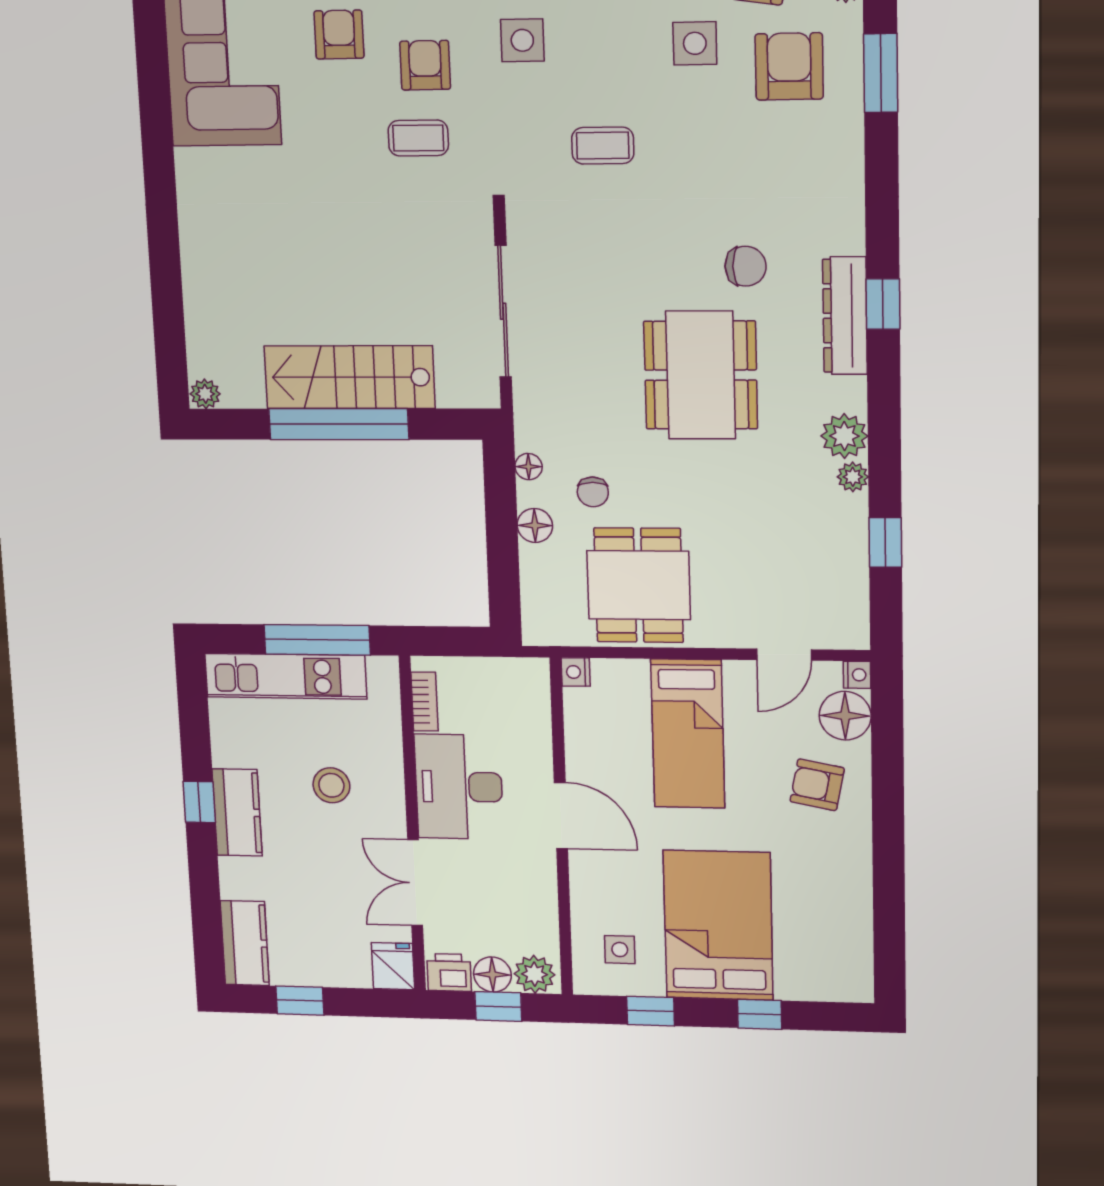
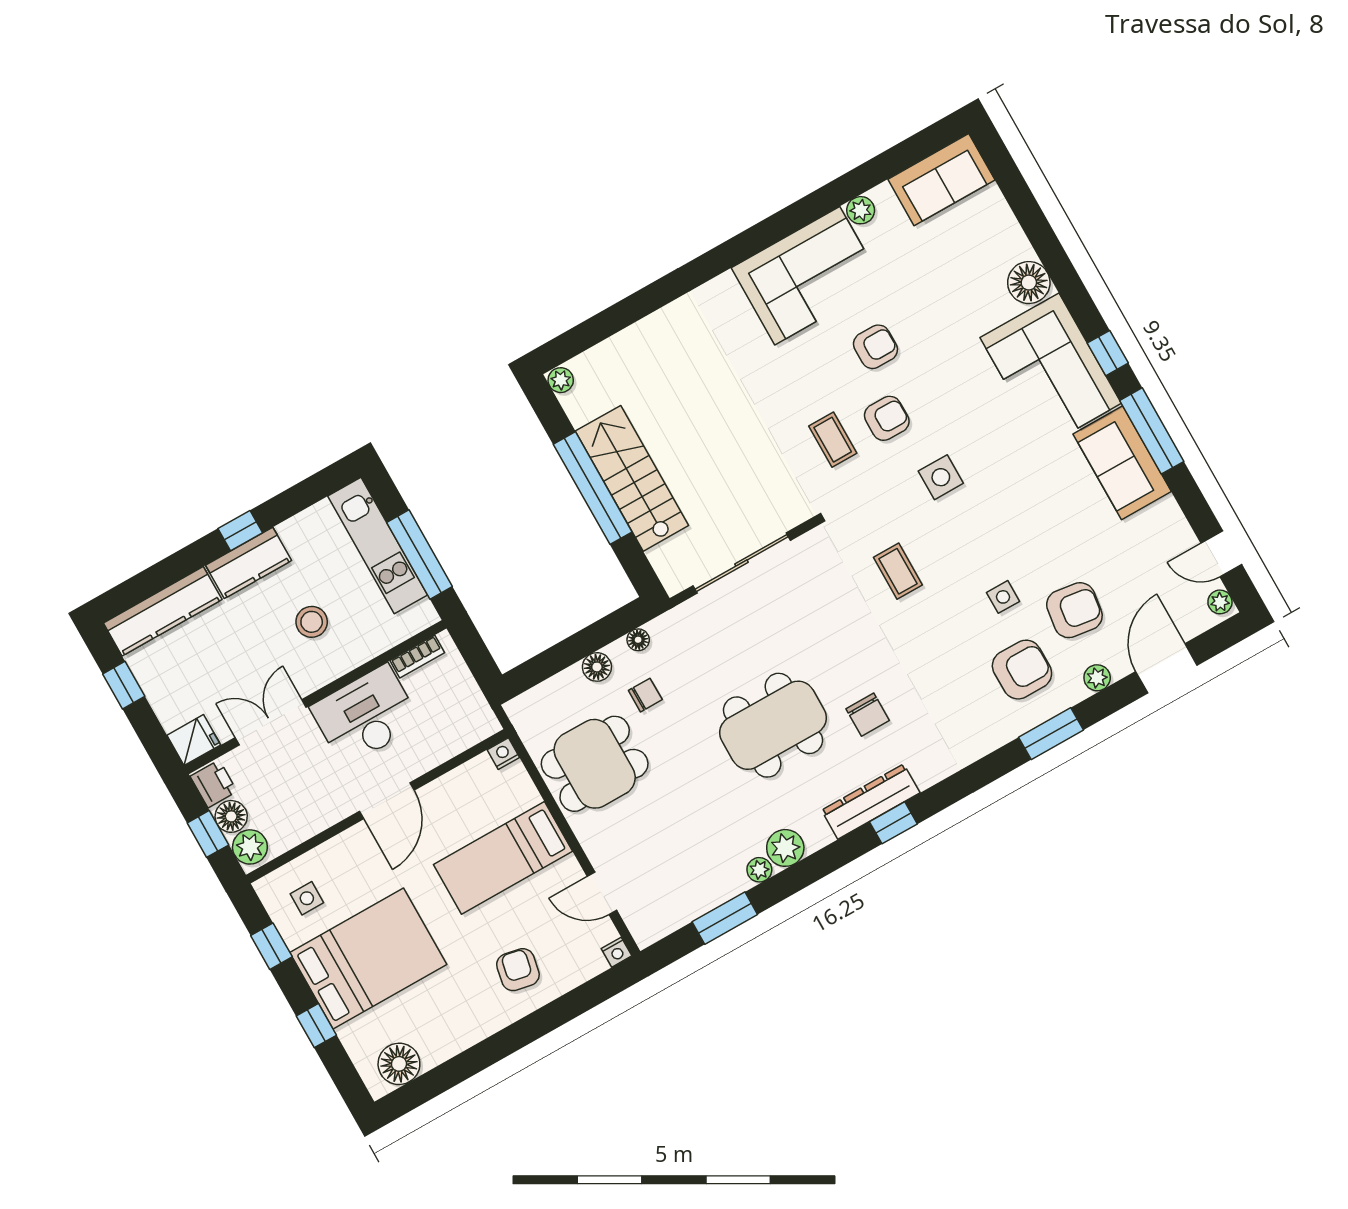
side table: (695, 43) -> (1003, 597), width x0.73, depth x0.73
chair: (593, 492) -> (645, 695), turned 180
window: (885, 542) -> (725, 918), width x1.50
floor lamp: (845, 716) -> (399, 1064), moved
kitchen counter: (245, 943) -> (163, 611), width x1.50

